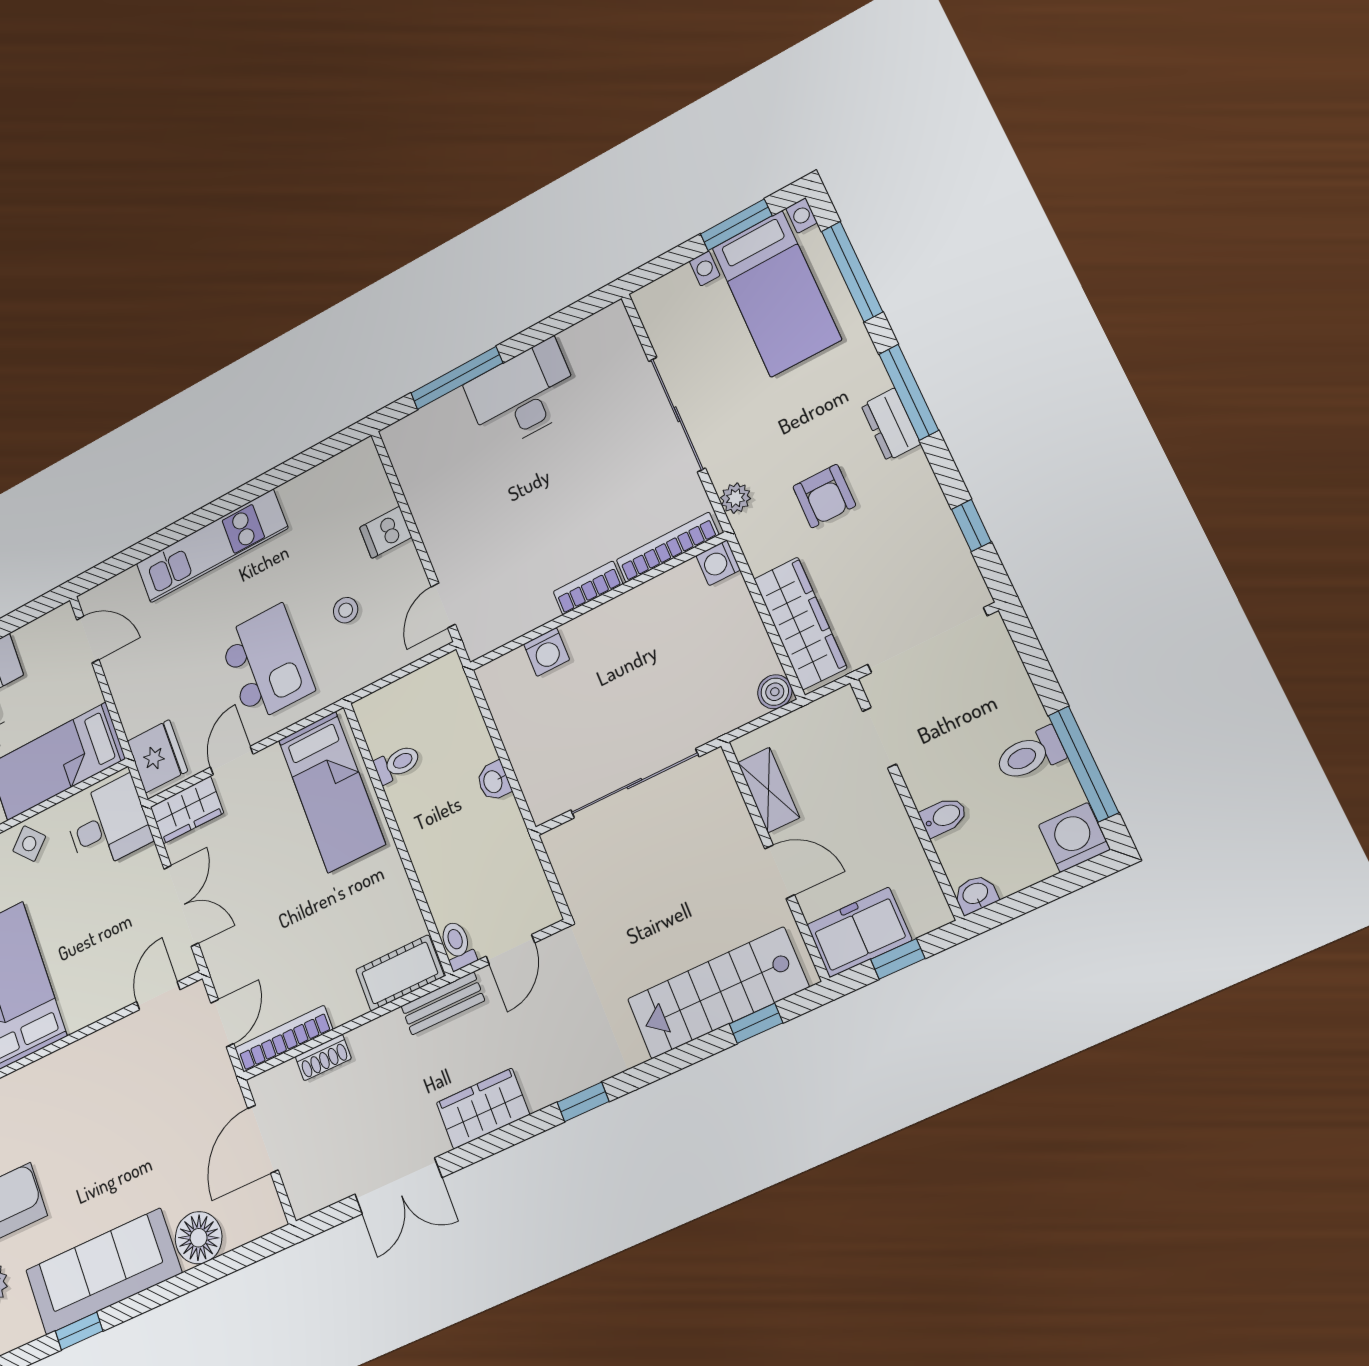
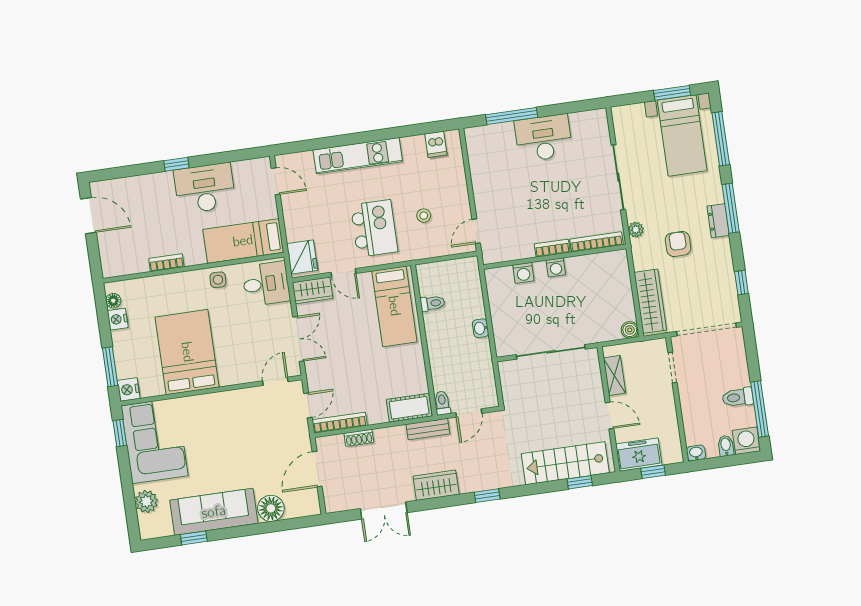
armchair: (824, 496) -> (678, 244), turned 180
dishwasher: (386, 532) -> (436, 144), moved, turned -90
washing machine: (718, 563) -> (556, 267), moved, turned -90
door: (232, 761) -> (343, 273), swing flipped
bidet: (944, 817) -> (726, 446), moved, turned -90
side table: (29, 844) -> (218, 280), turned 45

